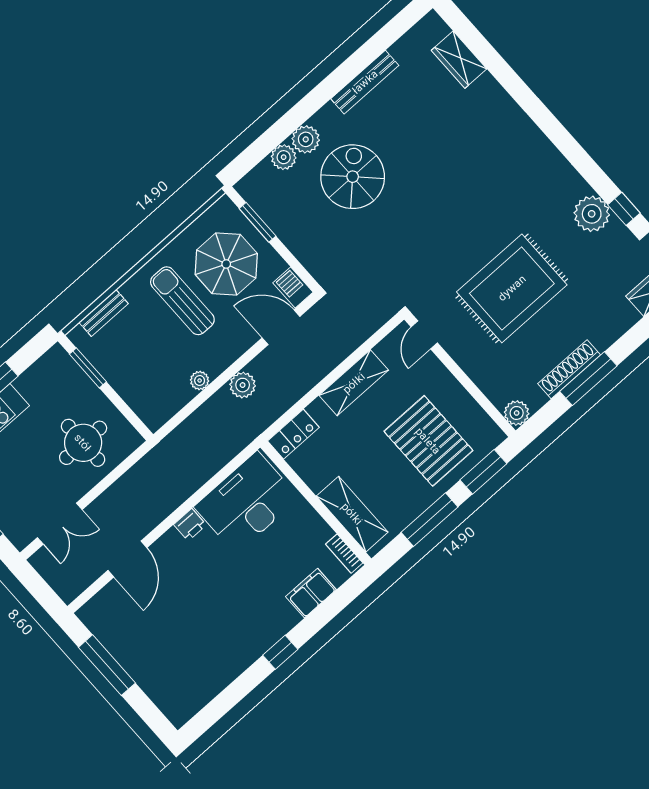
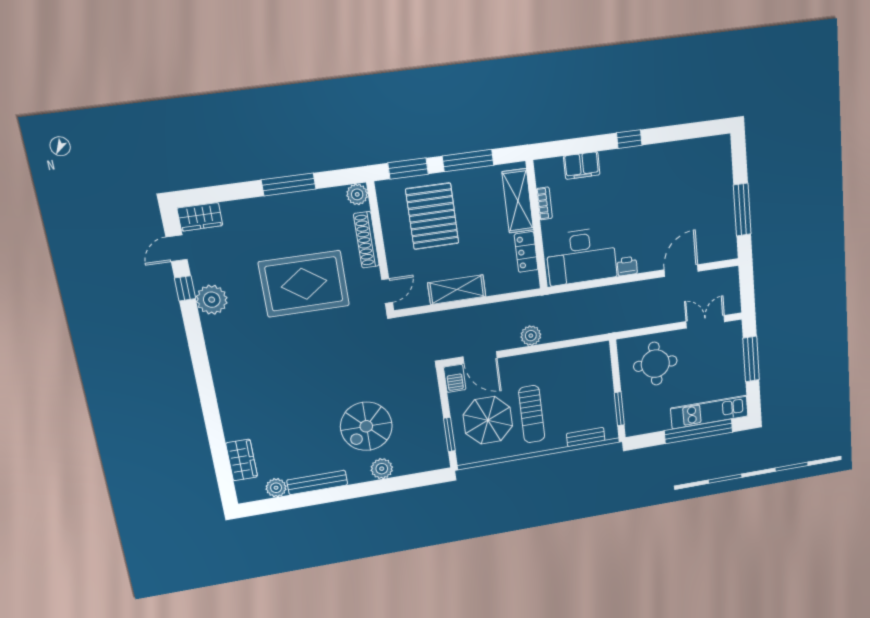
plant: (284, 157) -> (276, 488), moved
shoe rack: (569, 369) -> (366, 240), moved, turned 90
plant: (200, 381) -> (556, 356), removed
locker: (293, 434) -> (526, 252), moved, turned -90
bookcase: (344, 554) -> (544, 203), moved

